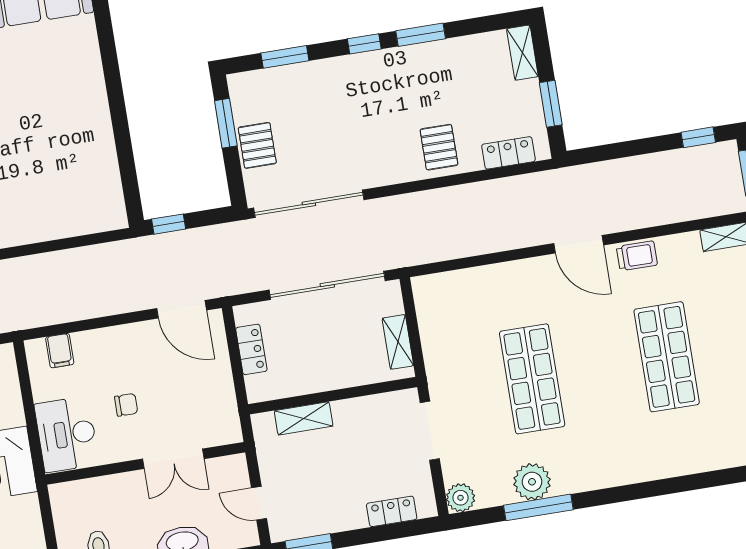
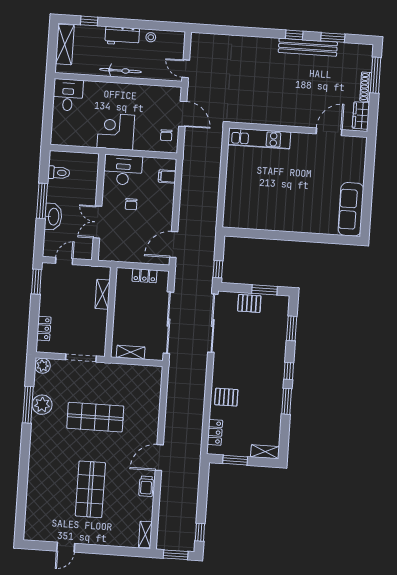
window: (169, 224) -> (218, 269), moved
shop shelf: (667, 357) -> (90, 489), turned 90

